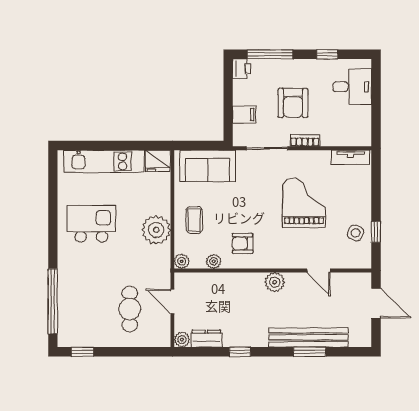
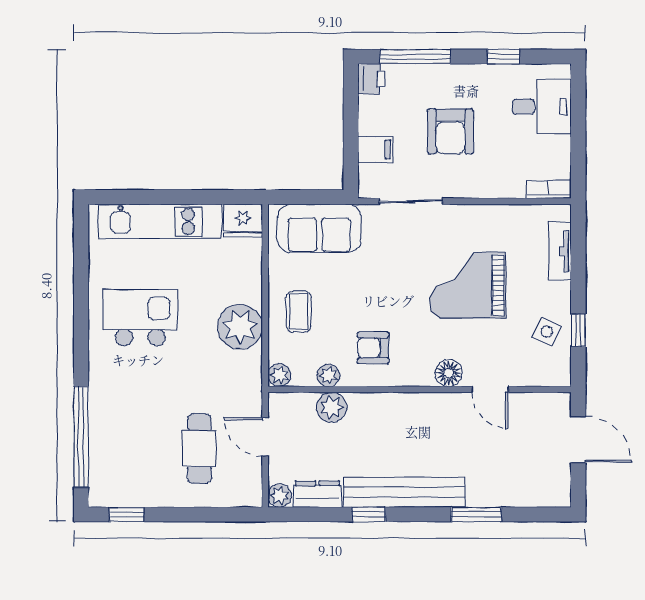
bookcase: (305, 141) -> (549, 189), moved
tv unit: (351, 157) -> (560, 251), moved, turned 90
grand piano: (304, 203) -> (468, 285), turned -90
floor lamp: (292, 260) -> (449, 373), added
plant: (275, 282) -> (332, 407), moved
bench: (308, 337) -> (404, 492), moved

